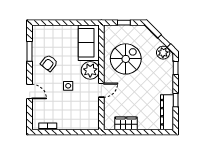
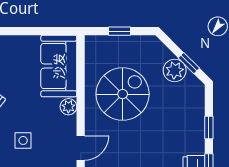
plant: (163, 53) -> (175, 70), moved
window: (176, 68) -> (209, 127), moved
plant: (90, 70) -> (68, 107), width x0.53, depth x0.53

